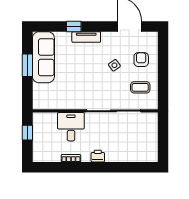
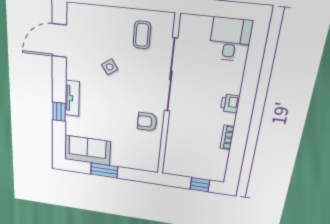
sofa: (43, 57) -> (87, 150), width x0.73
armchair: (141, 60) -> (147, 122), moved
desk: (71, 127) -> (230, 39), moved, turned 90
window: (27, 133) -> (200, 185), moved

